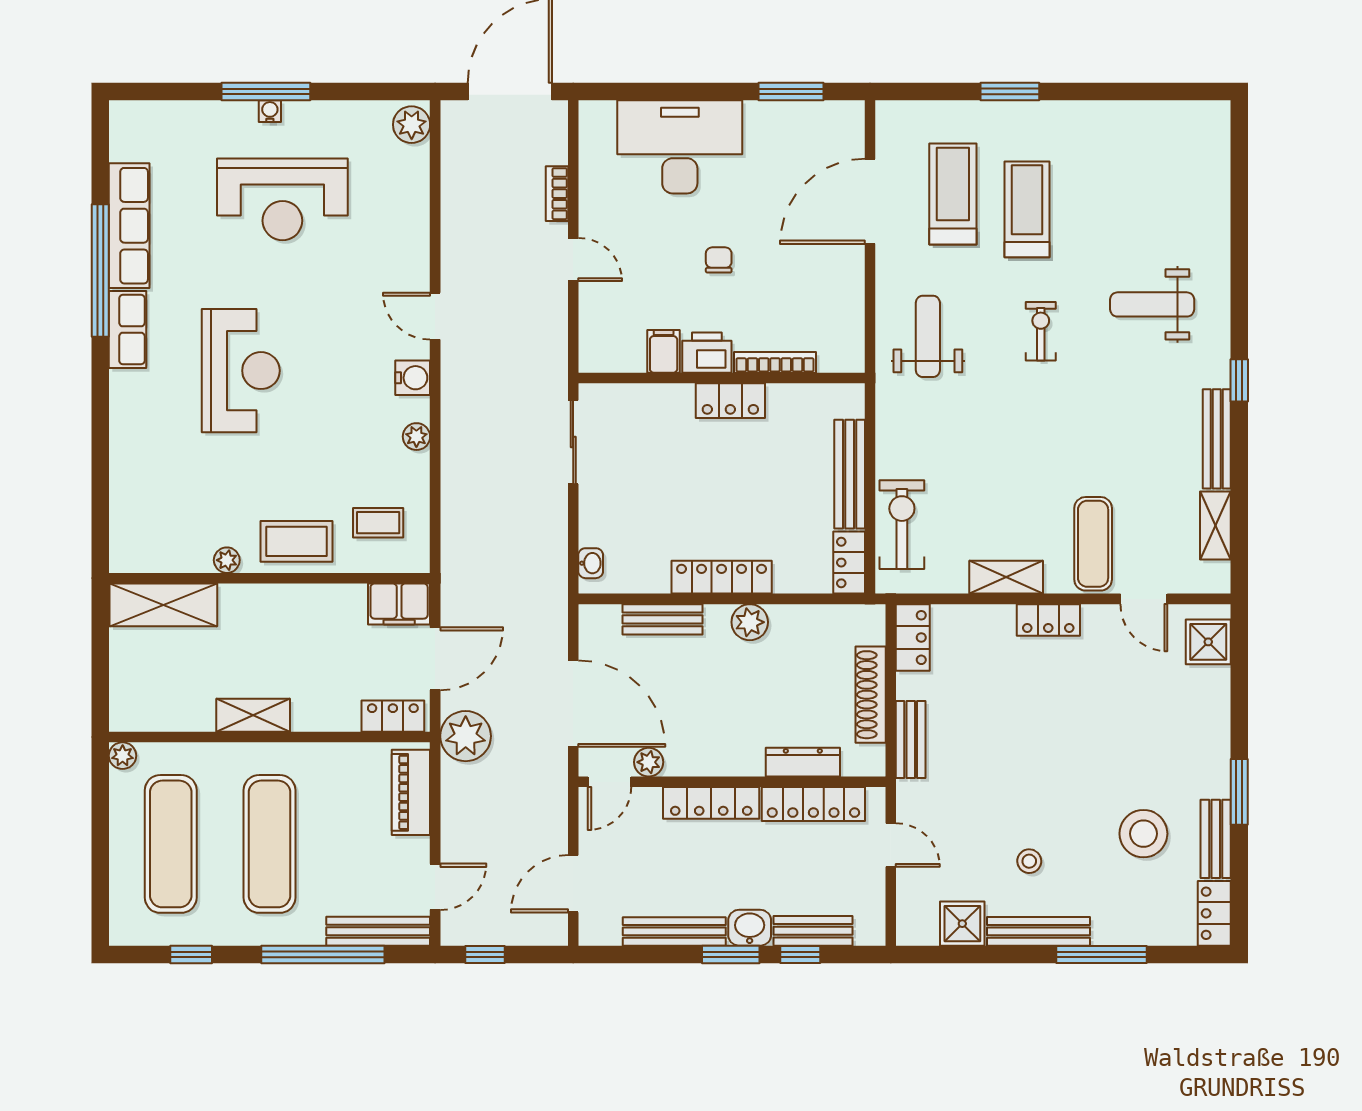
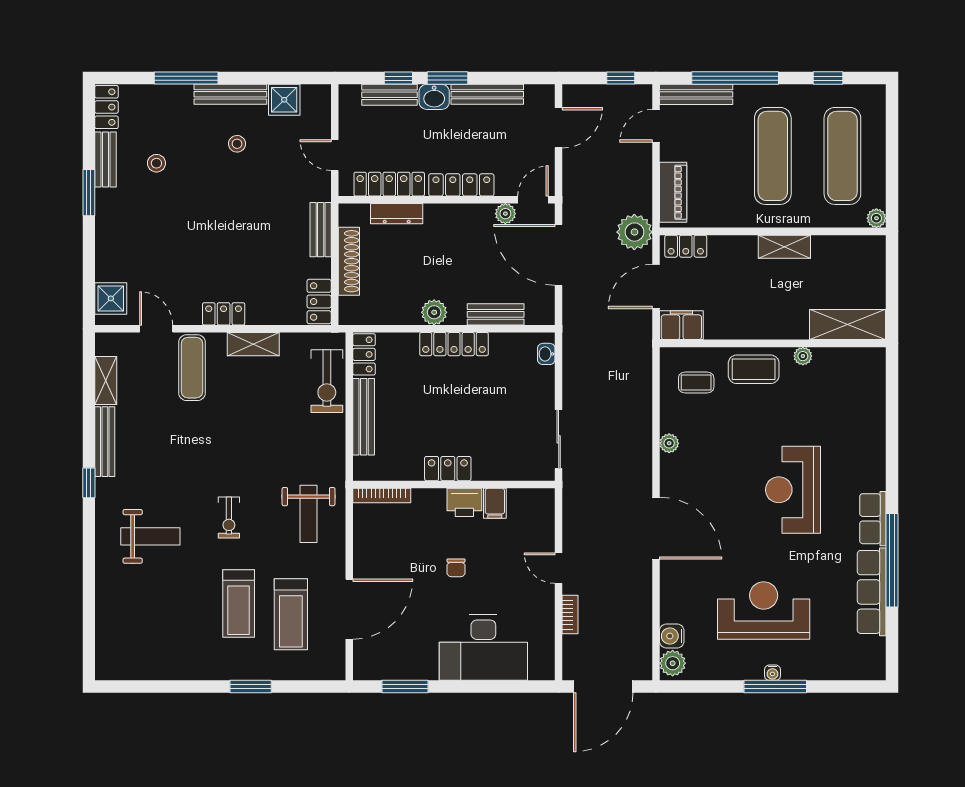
door: (435, 316) -> (656, 528), width x1.87
bookcase: (775, 362) -> (382, 496), moved
water cooler: (413, 378) -> (672, 636), moved
stool: (1143, 834) -> (156, 163), width x0.53, depth x0.53

